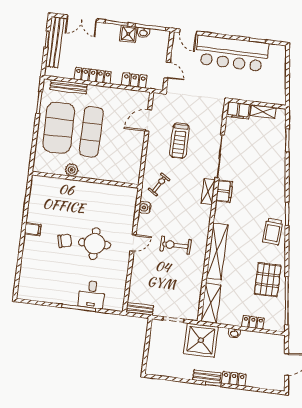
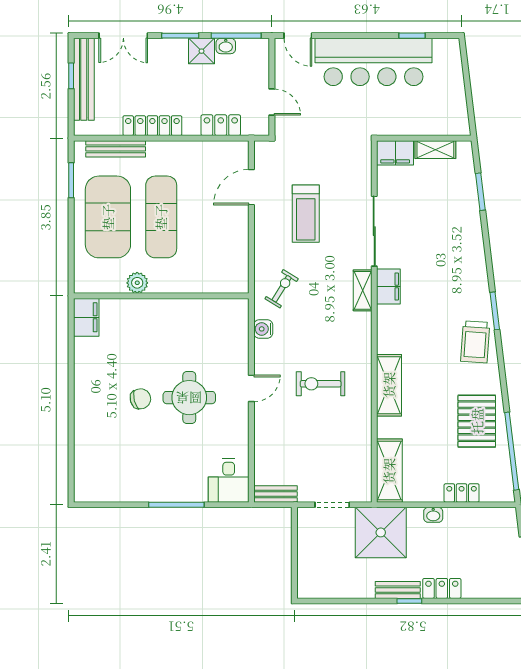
filing cabinet: (33, 229) -> (86, 317), moved, width x2.00
shelving: (217, 251) -> (389, 385), width x0.68
desk: (92, 294) -> (229, 480), moved

